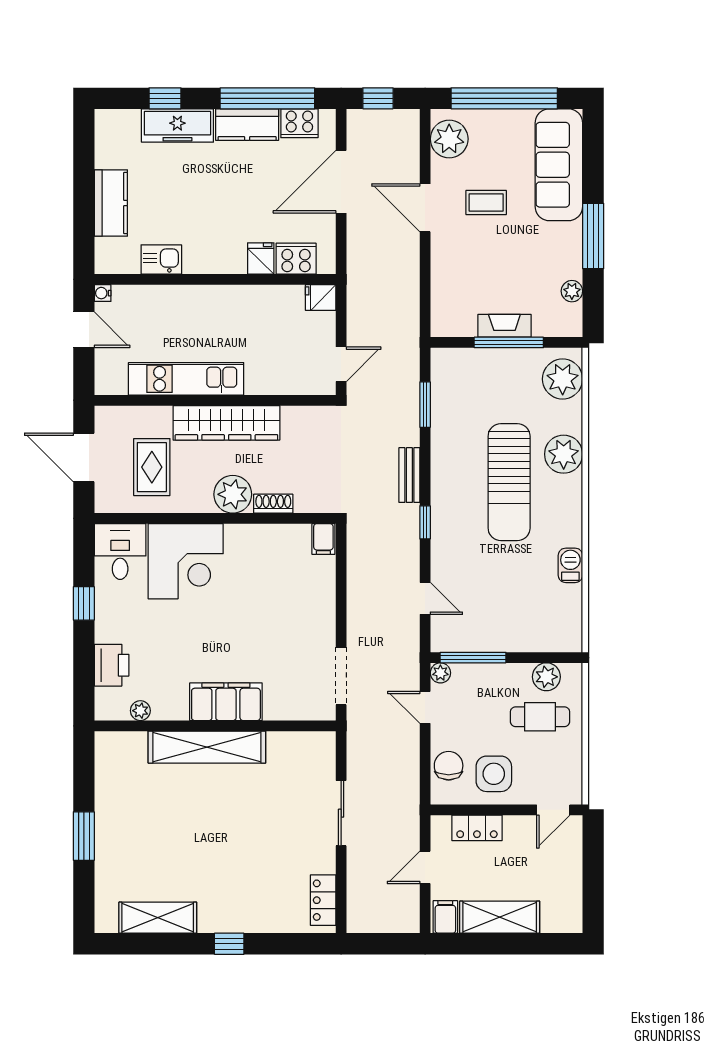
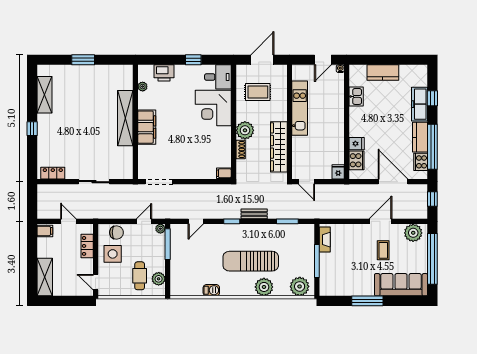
plant: (572, 291) -> (341, 291), removed
fireplace: (504, 326) -> (325, 240), moved
wardrobe: (226, 423) -> (279, 147), moved
shelving: (500, 917) -> (45, 277), moved

